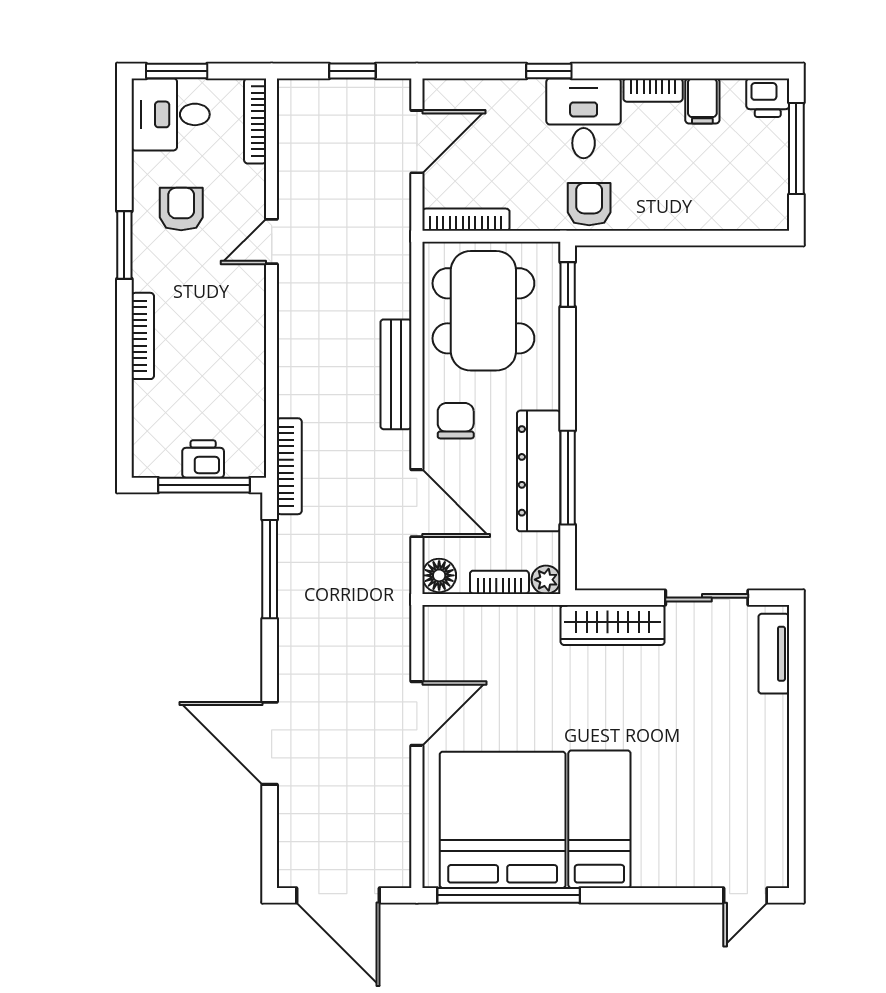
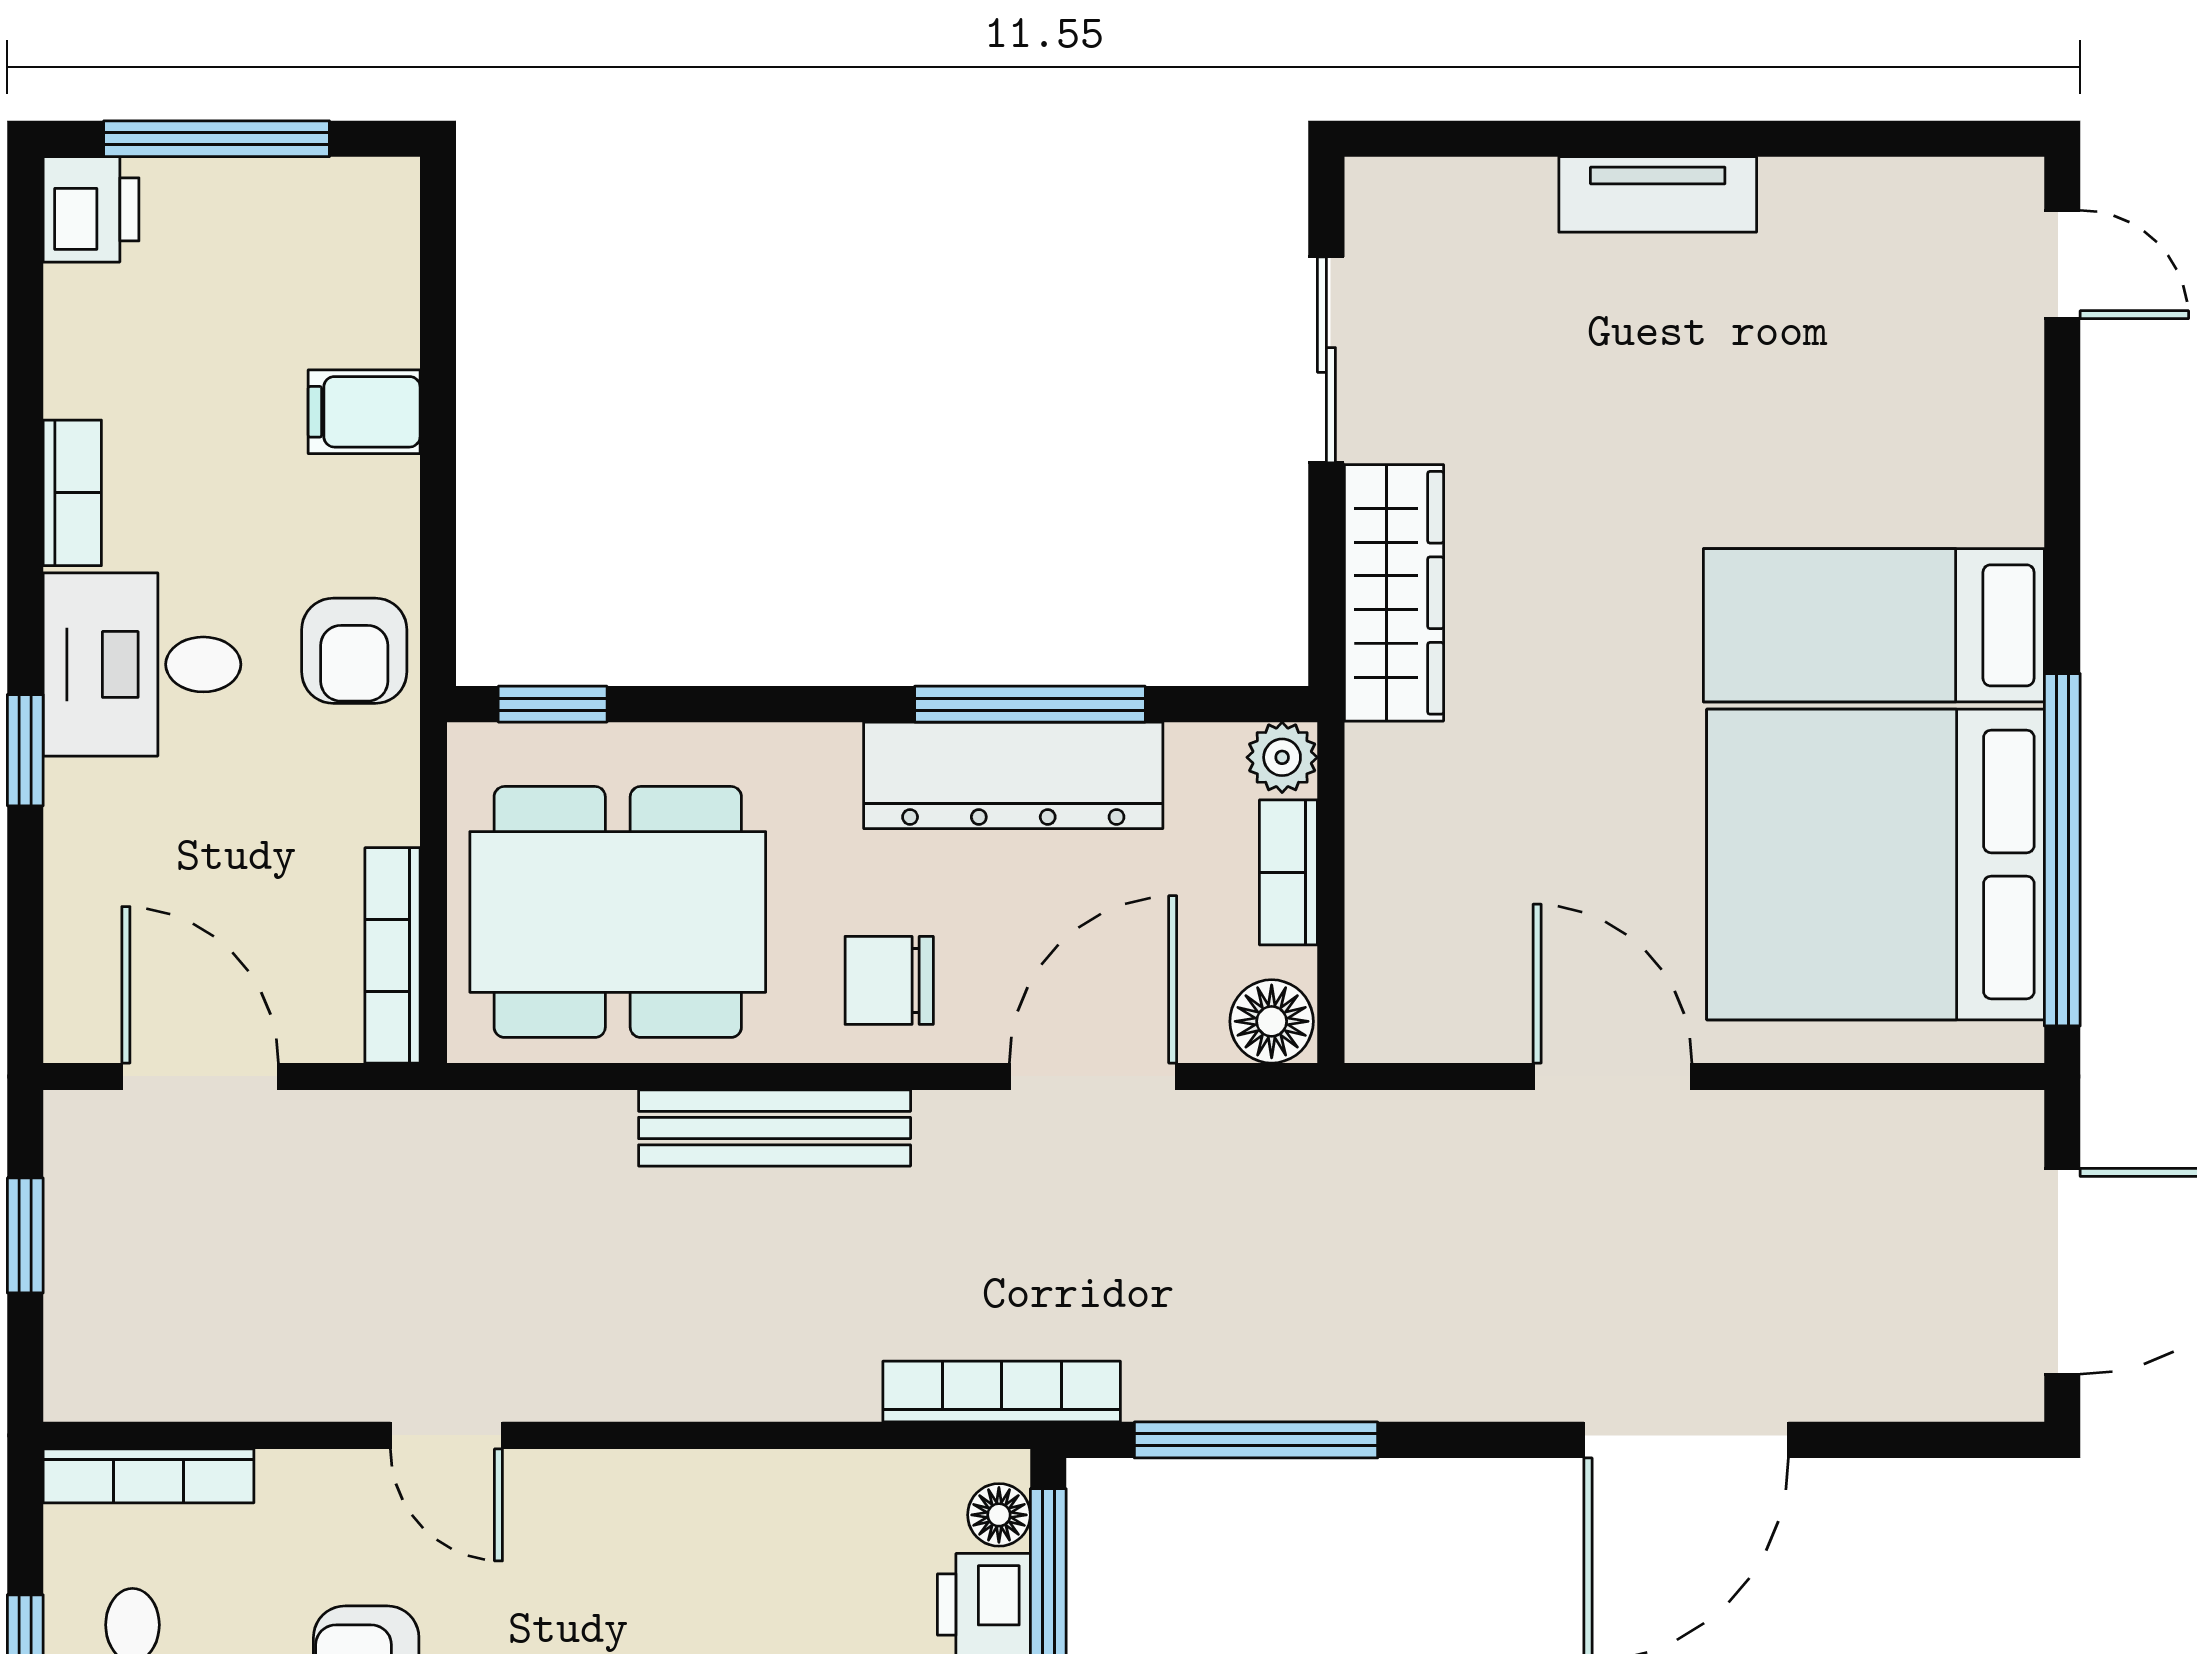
filing cabinet: (702, 101) -> (364, 412), moved, turned 180
armchair: (589, 204) -> (354, 651), turned -90
floor lamp: (239, 465) -> (999, 1515), added
tv unit: (774, 654) -> (1658, 194), moved

